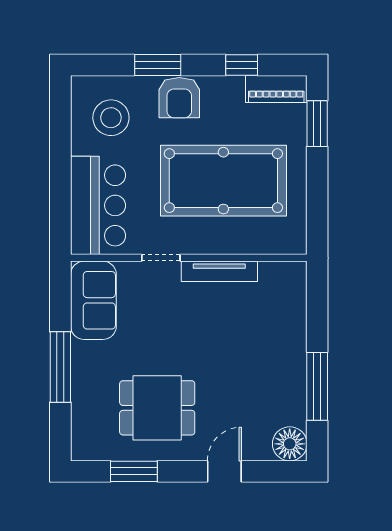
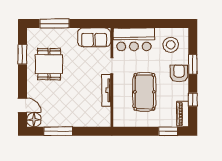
armchair: (179, 98) -> (179, 73), turned 90
pool table: (223, 181) -> (144, 92), width x0.73, depth x0.76
window: (60, 367) -> (54, 24), moved
door: (224, 471) -> (22, 105), moved

